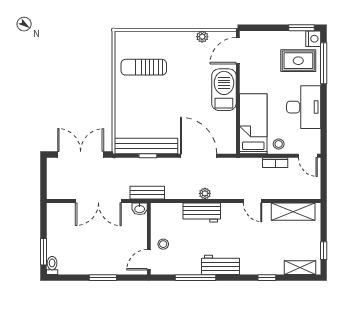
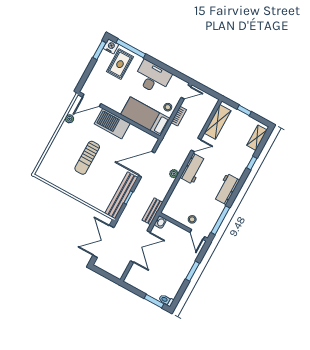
door: (238, 51) -> (92, 100), hinge flipped
sun lounger: (144, 67) -> (87, 158), moved
workbench: (202, 212) -> (193, 169), moved
window: (324, 251) -> (244, 110), moved
window: (196, 278) -> (220, 220), moved

